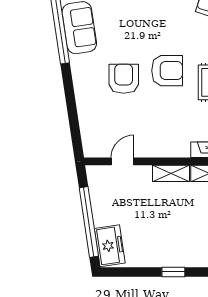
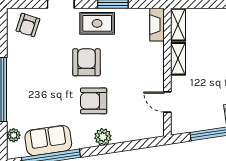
plant: (83, 89) -> (103, 137), added

